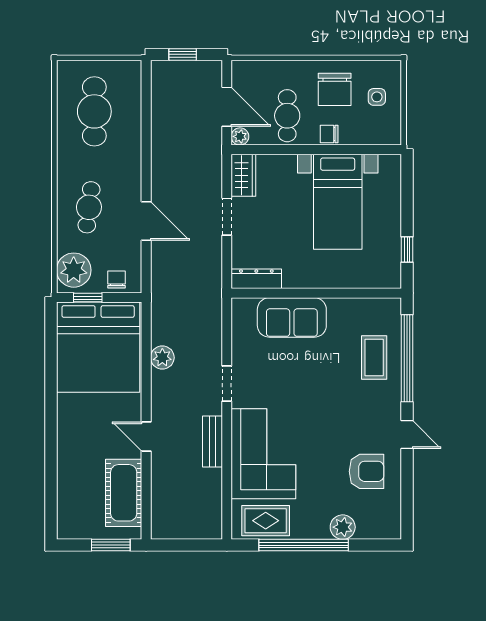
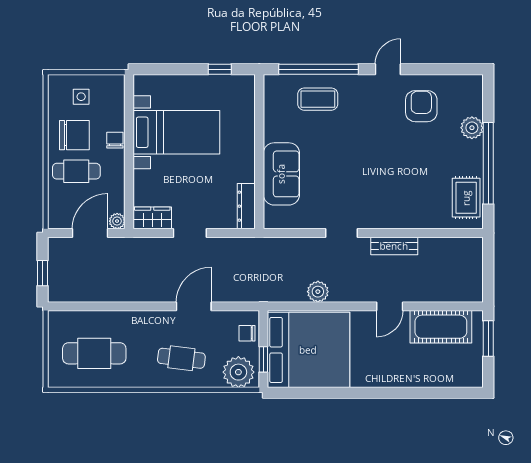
cafe table: (287, 116) -> (76, 171), moved
chair: (329, 134) -> (115, 140), turned 180
corner sofa: (263, 454) -> (405, 200), removed

